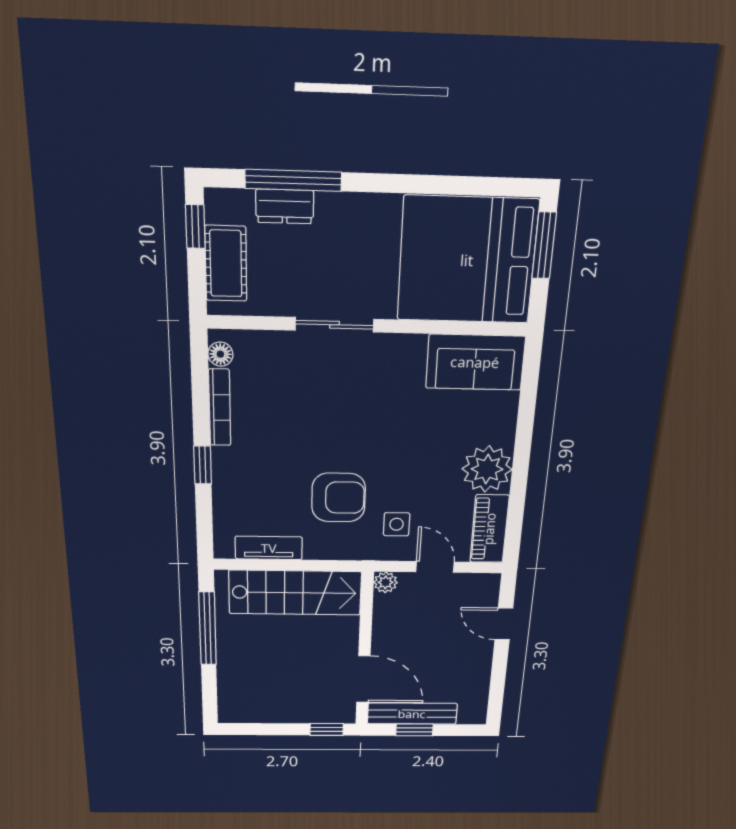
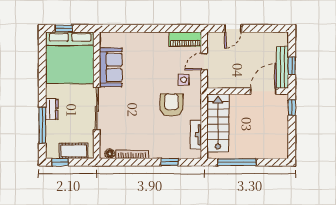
dresser: (285, 206) -> (52, 109), moved
window: (544, 245) -> (64, 28), width x0.67
sliding door: (335, 325) -> (97, 109), width x1.37
sofa: (475, 362) -> (111, 67), moved
window: (203, 465) -> (170, 162), moved
plant: (487, 469) -> (157, 43), removed
plant: (386, 582) -> (212, 83), removed

